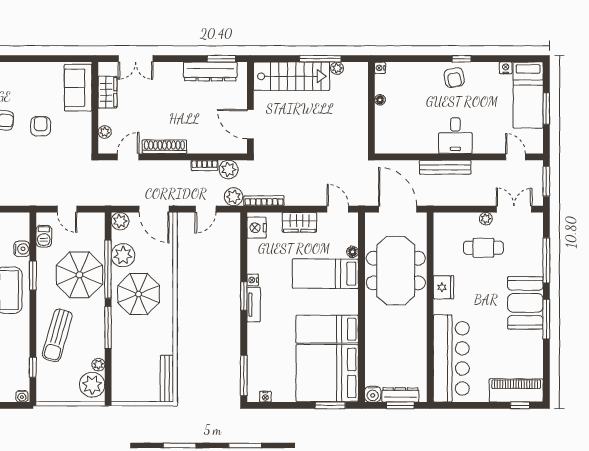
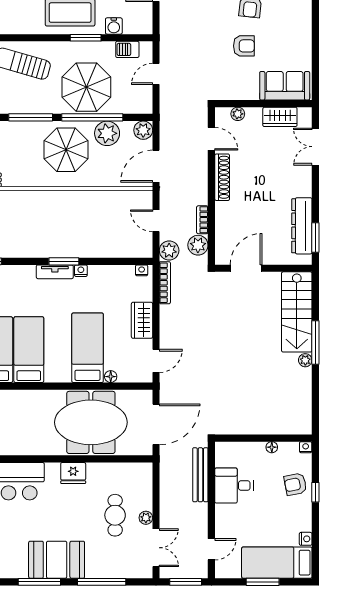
nightstand: (380, 68) -> (306, 447), moved
floor lamp: (380, 100) -> (272, 447), moved
wall: (371, 108) -> (263, 438), moved
nightstand: (257, 228) -> (142, 270), width x0.53, depth x0.56

